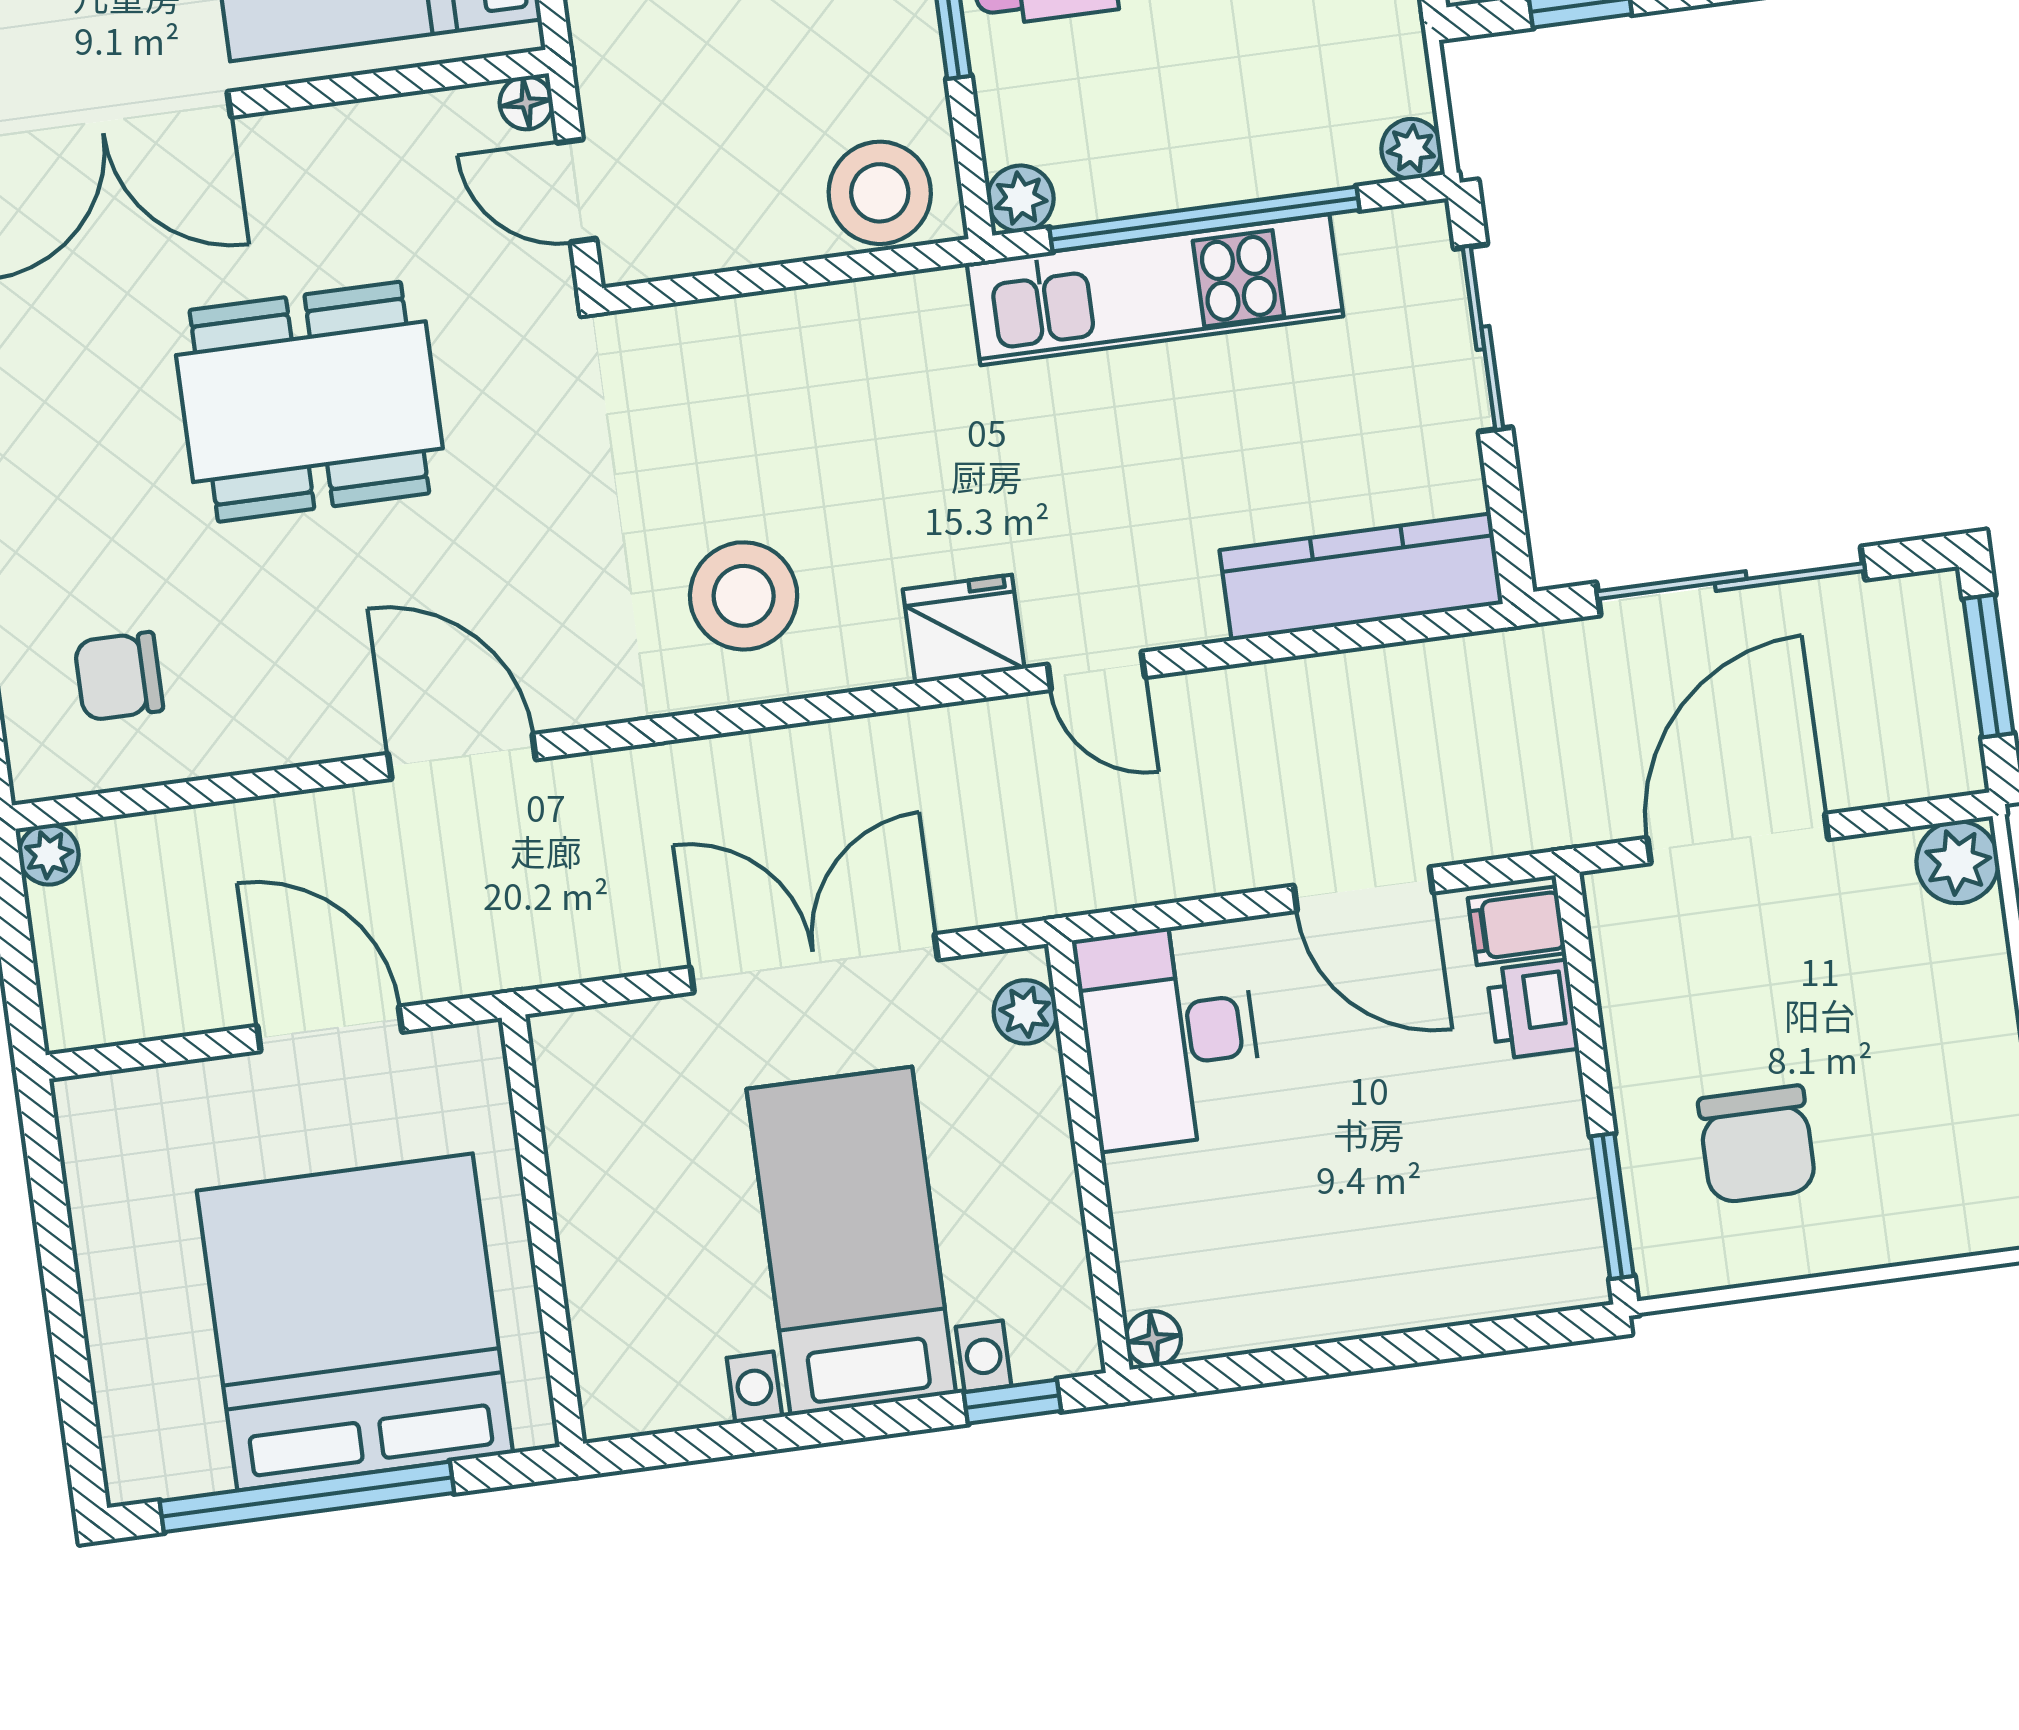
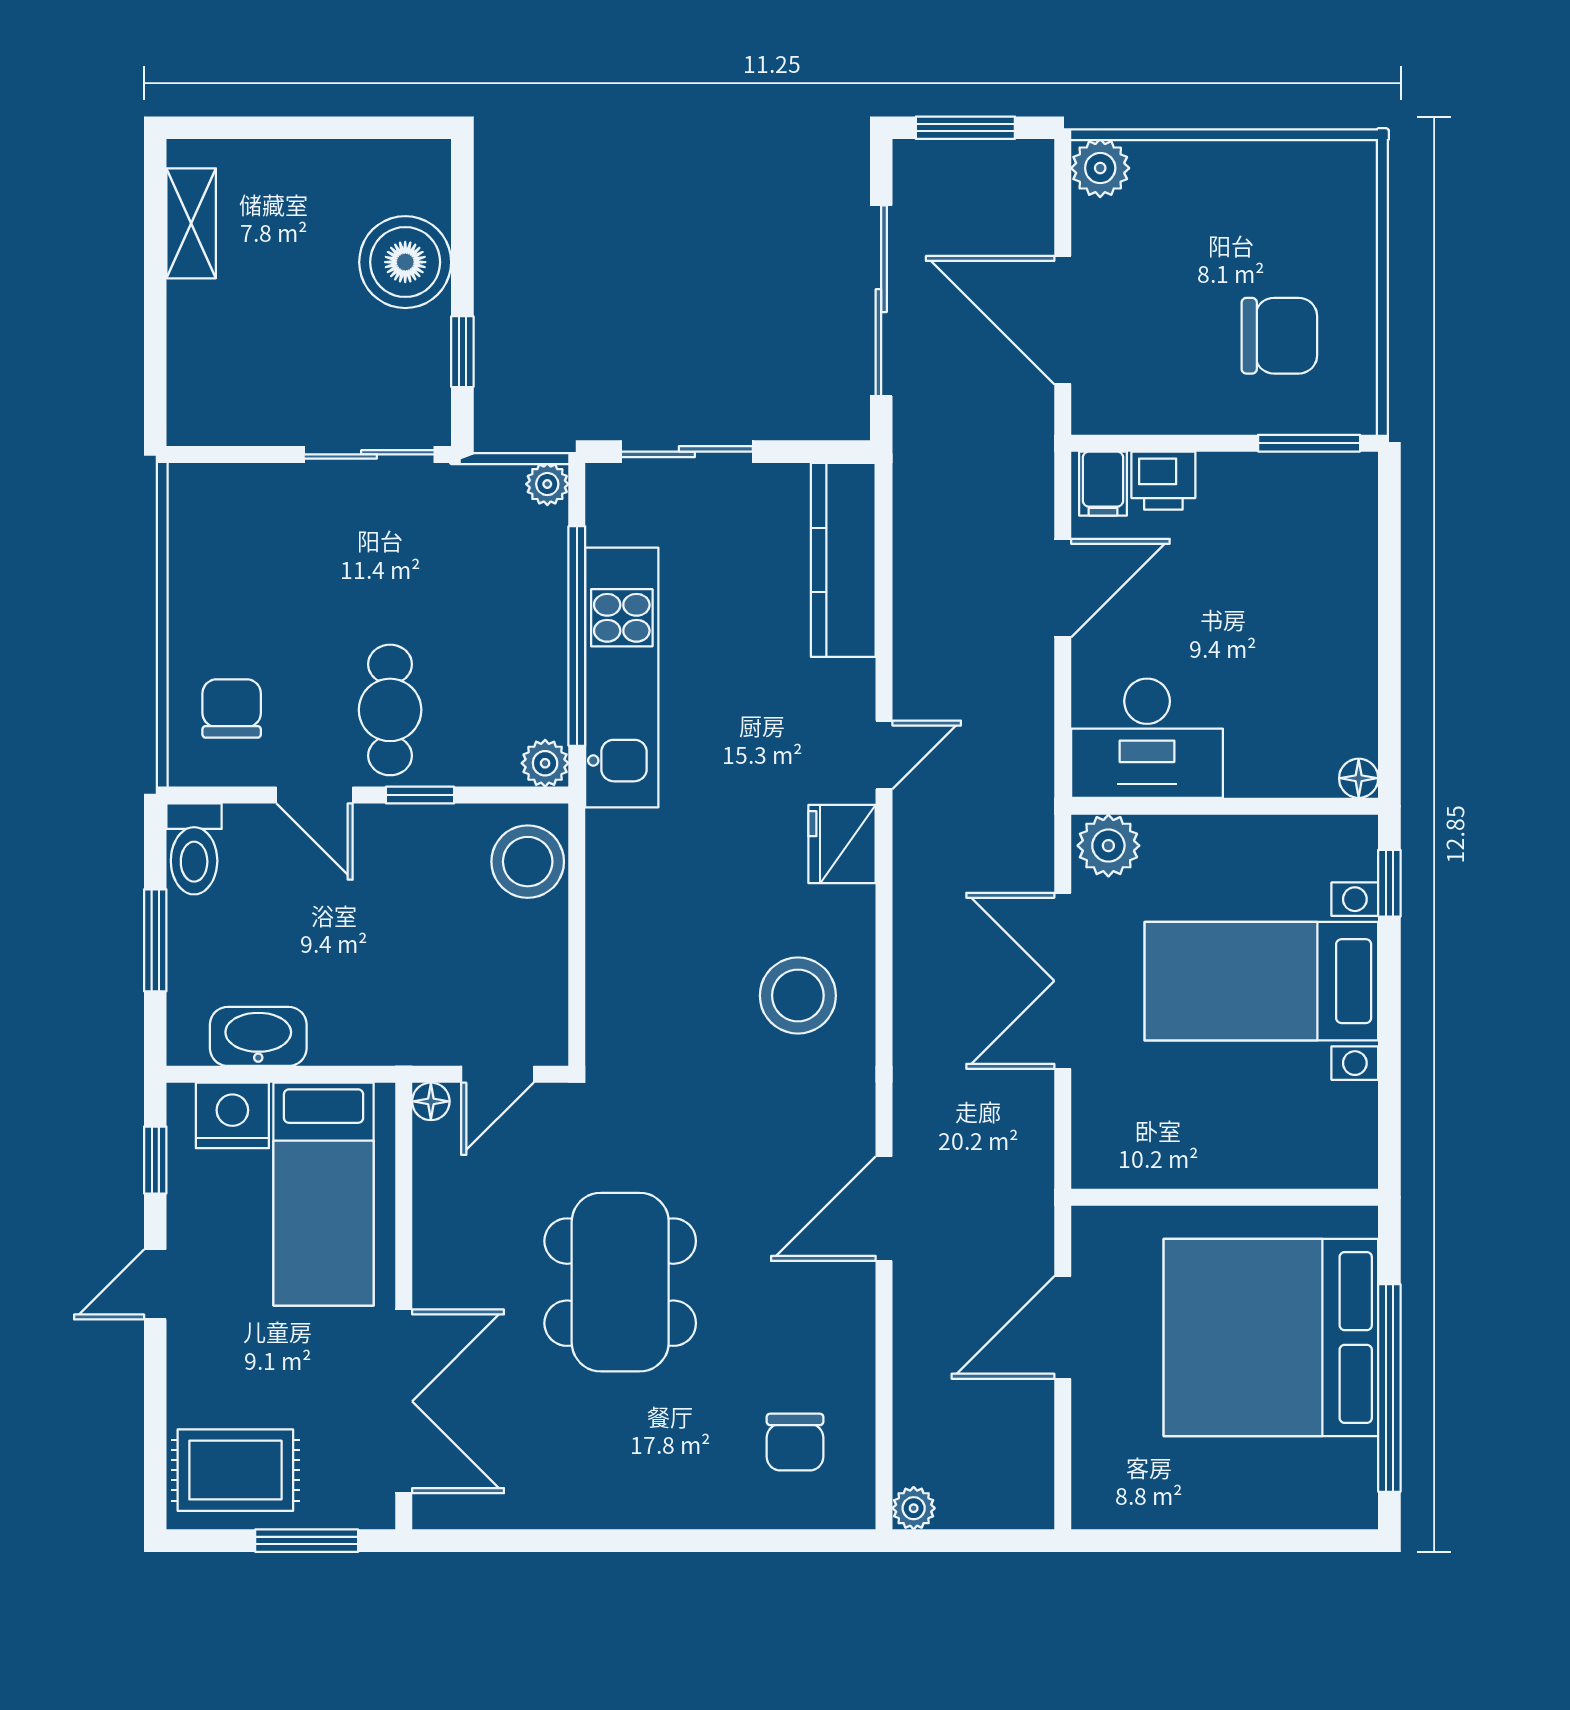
plant: (1025, 1012) -> (1108, 846), width x1.38, depth x1.38

